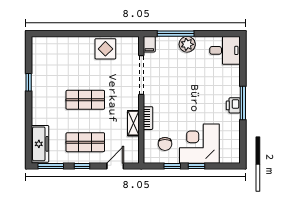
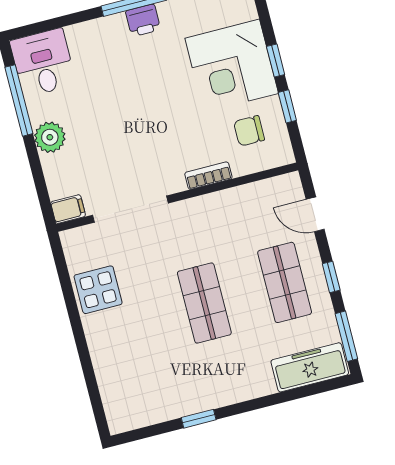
window: (176, 34) -> (19, 100), moved
shelving: (133, 123) -> (225, 201), removed
chair: (165, 144) -> (249, 131), turned 180

